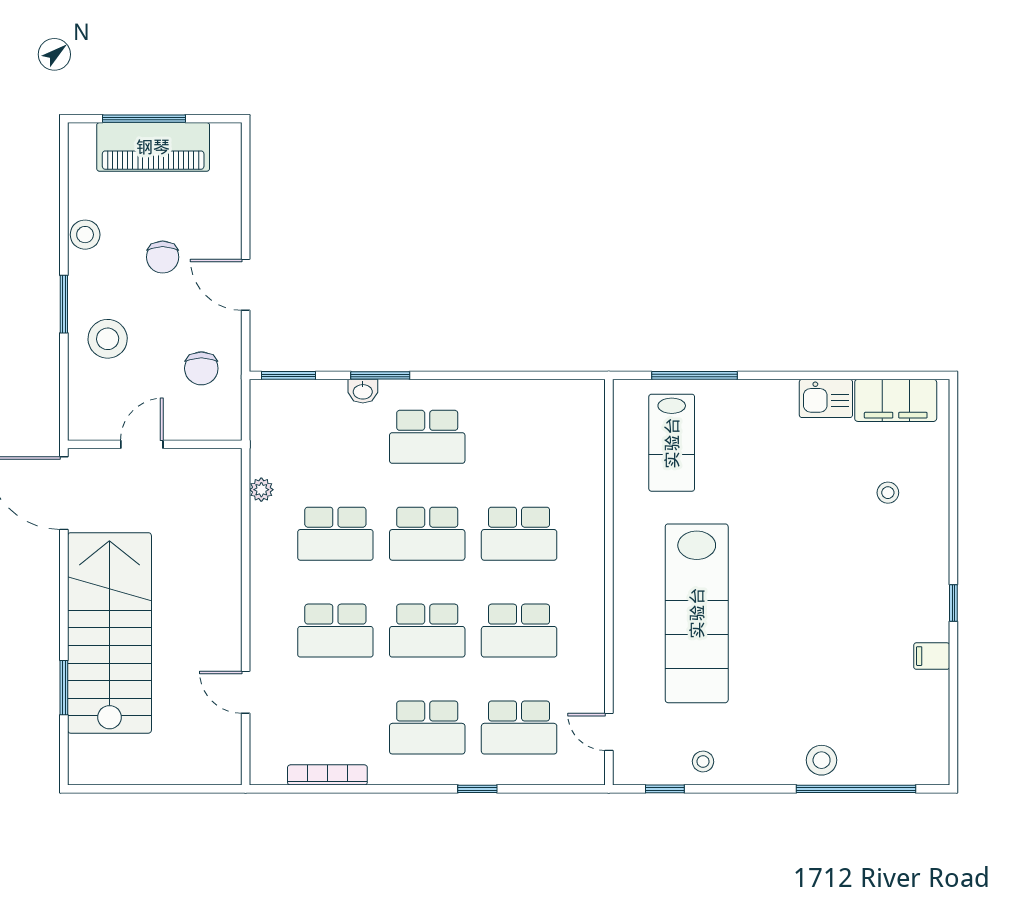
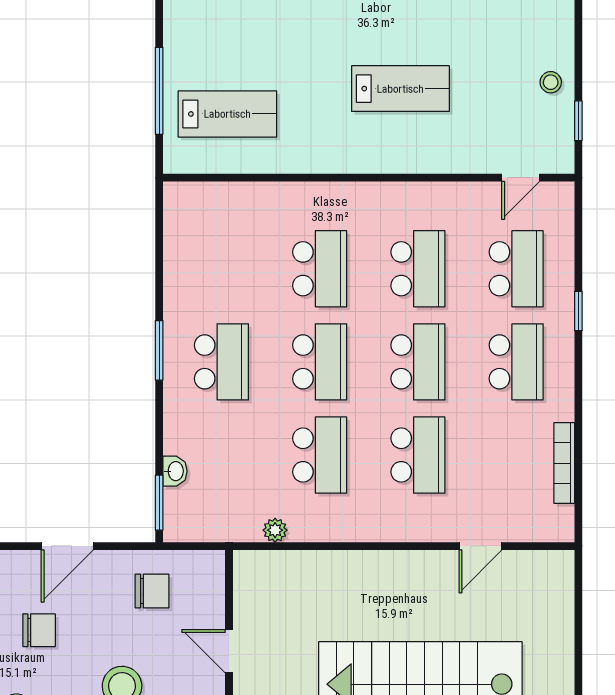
window: (380, 375) -> (159, 350), moved
washbasin: (363, 391) -> (175, 471), moved
lab bench: (697, 613) -> (400, 89), width x0.54, depth x0.72

